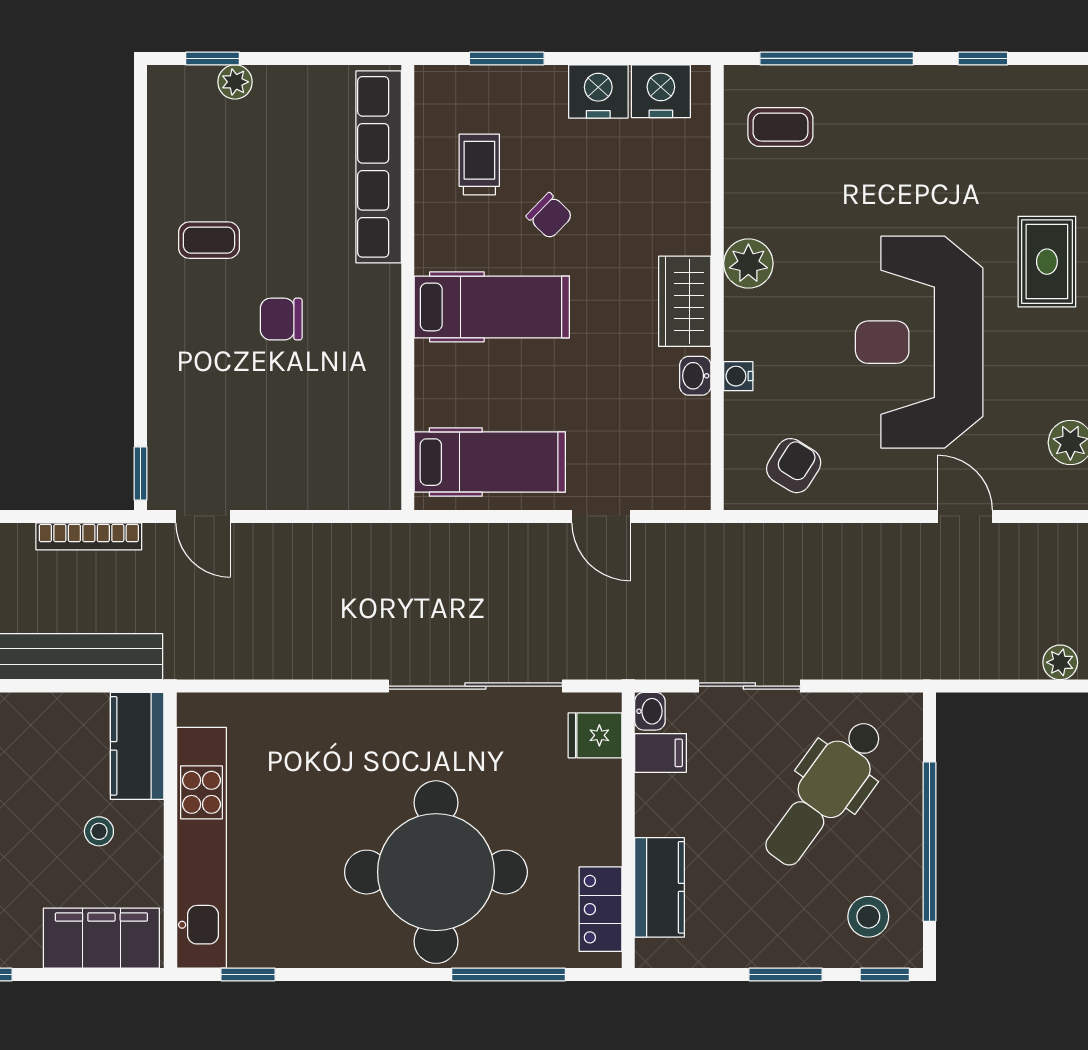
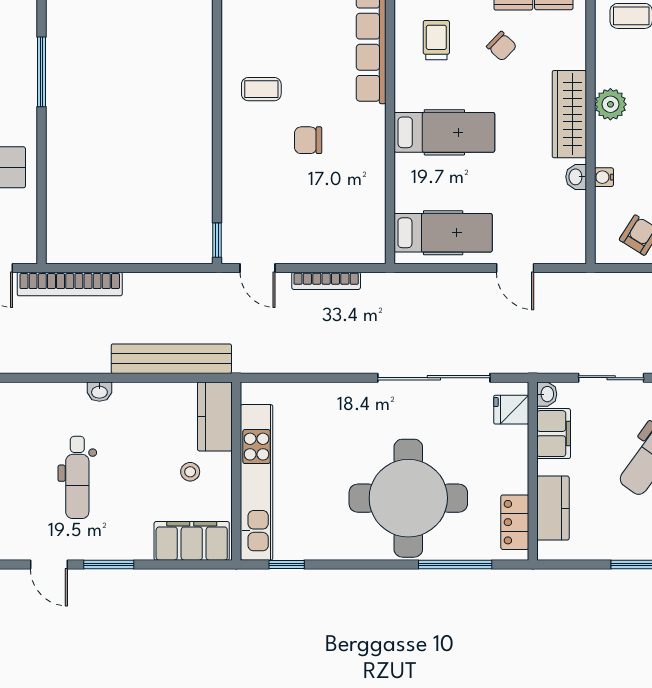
chair: (549, 216) -> (502, 46), moved
wardrobe: (685, 301) -> (569, 114), width x1.50
bookcase: (89, 536) -> (326, 281), moved
filing cabinet: (661, 753) -> (554, 434), width x2.00

